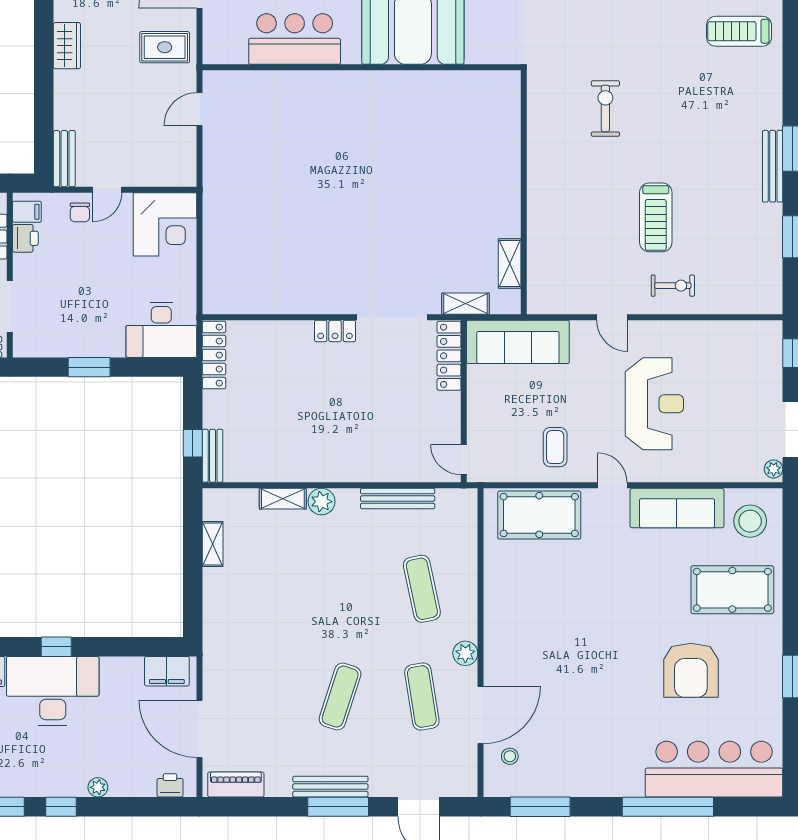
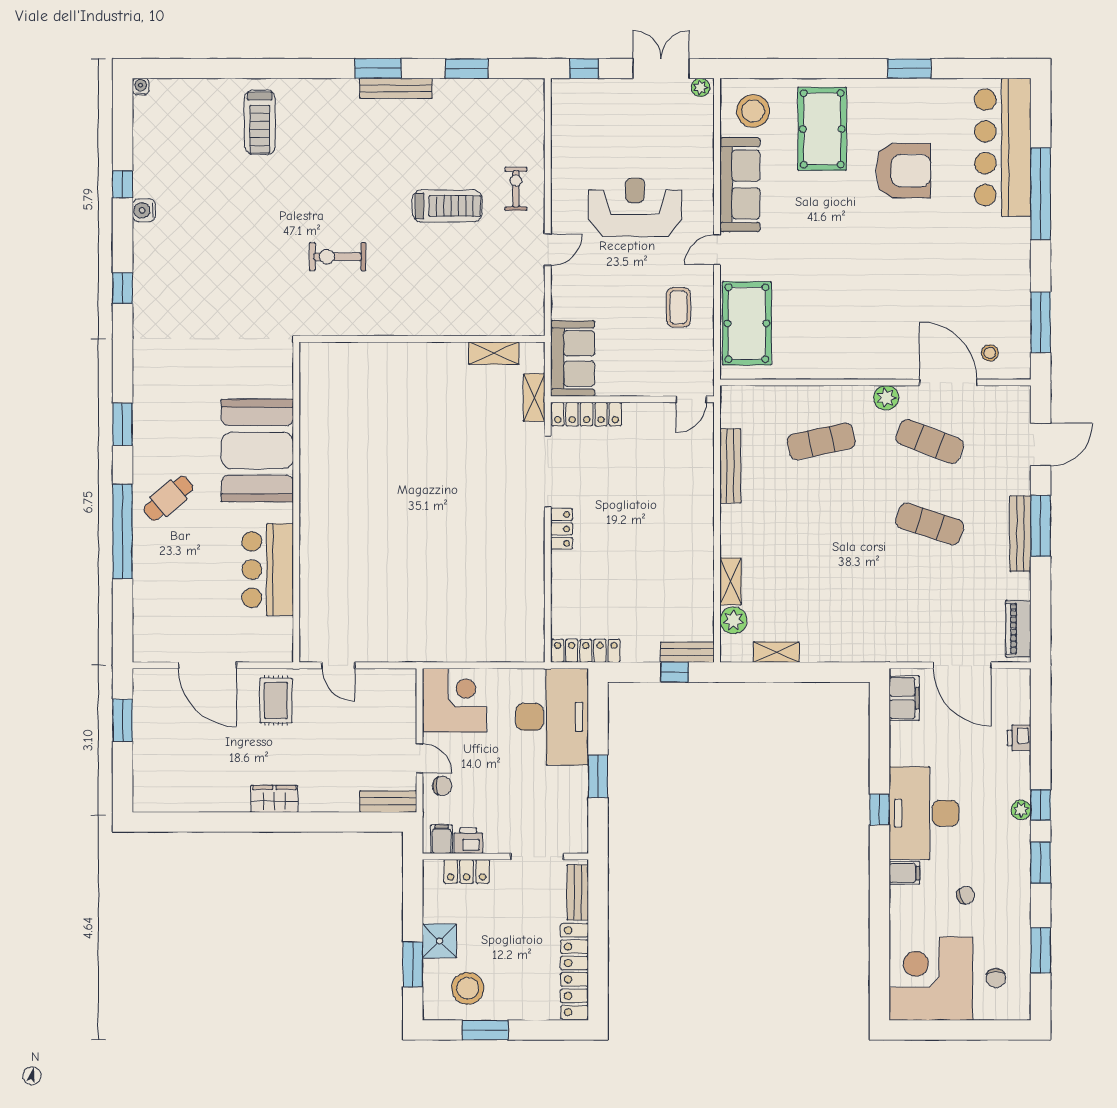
desk: (161, 330) -> (552, 717), width x1.36, depth x1.30
sofa: (518, 342) -> (573, 358), width x0.73
coffee table: (555, 447) -> (679, 307), turned 90
plant: (322, 502) -> (733, 620), moved
exercise mat: (422, 697) -> (930, 441), turned 30
door: (200, 729) -> (962, 665), hinge flipped
printer: (170, 785) -> (1019, 738), moved
plant: (98, 787) -> (1021, 810), moved

